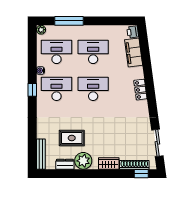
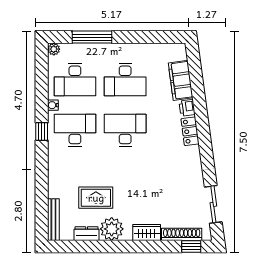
printer: (133, 32) -> (187, 108), moved
desk: (57, 52) -> (75, 80), turned 180
desk: (93, 52) -> (125, 80), turned 180

